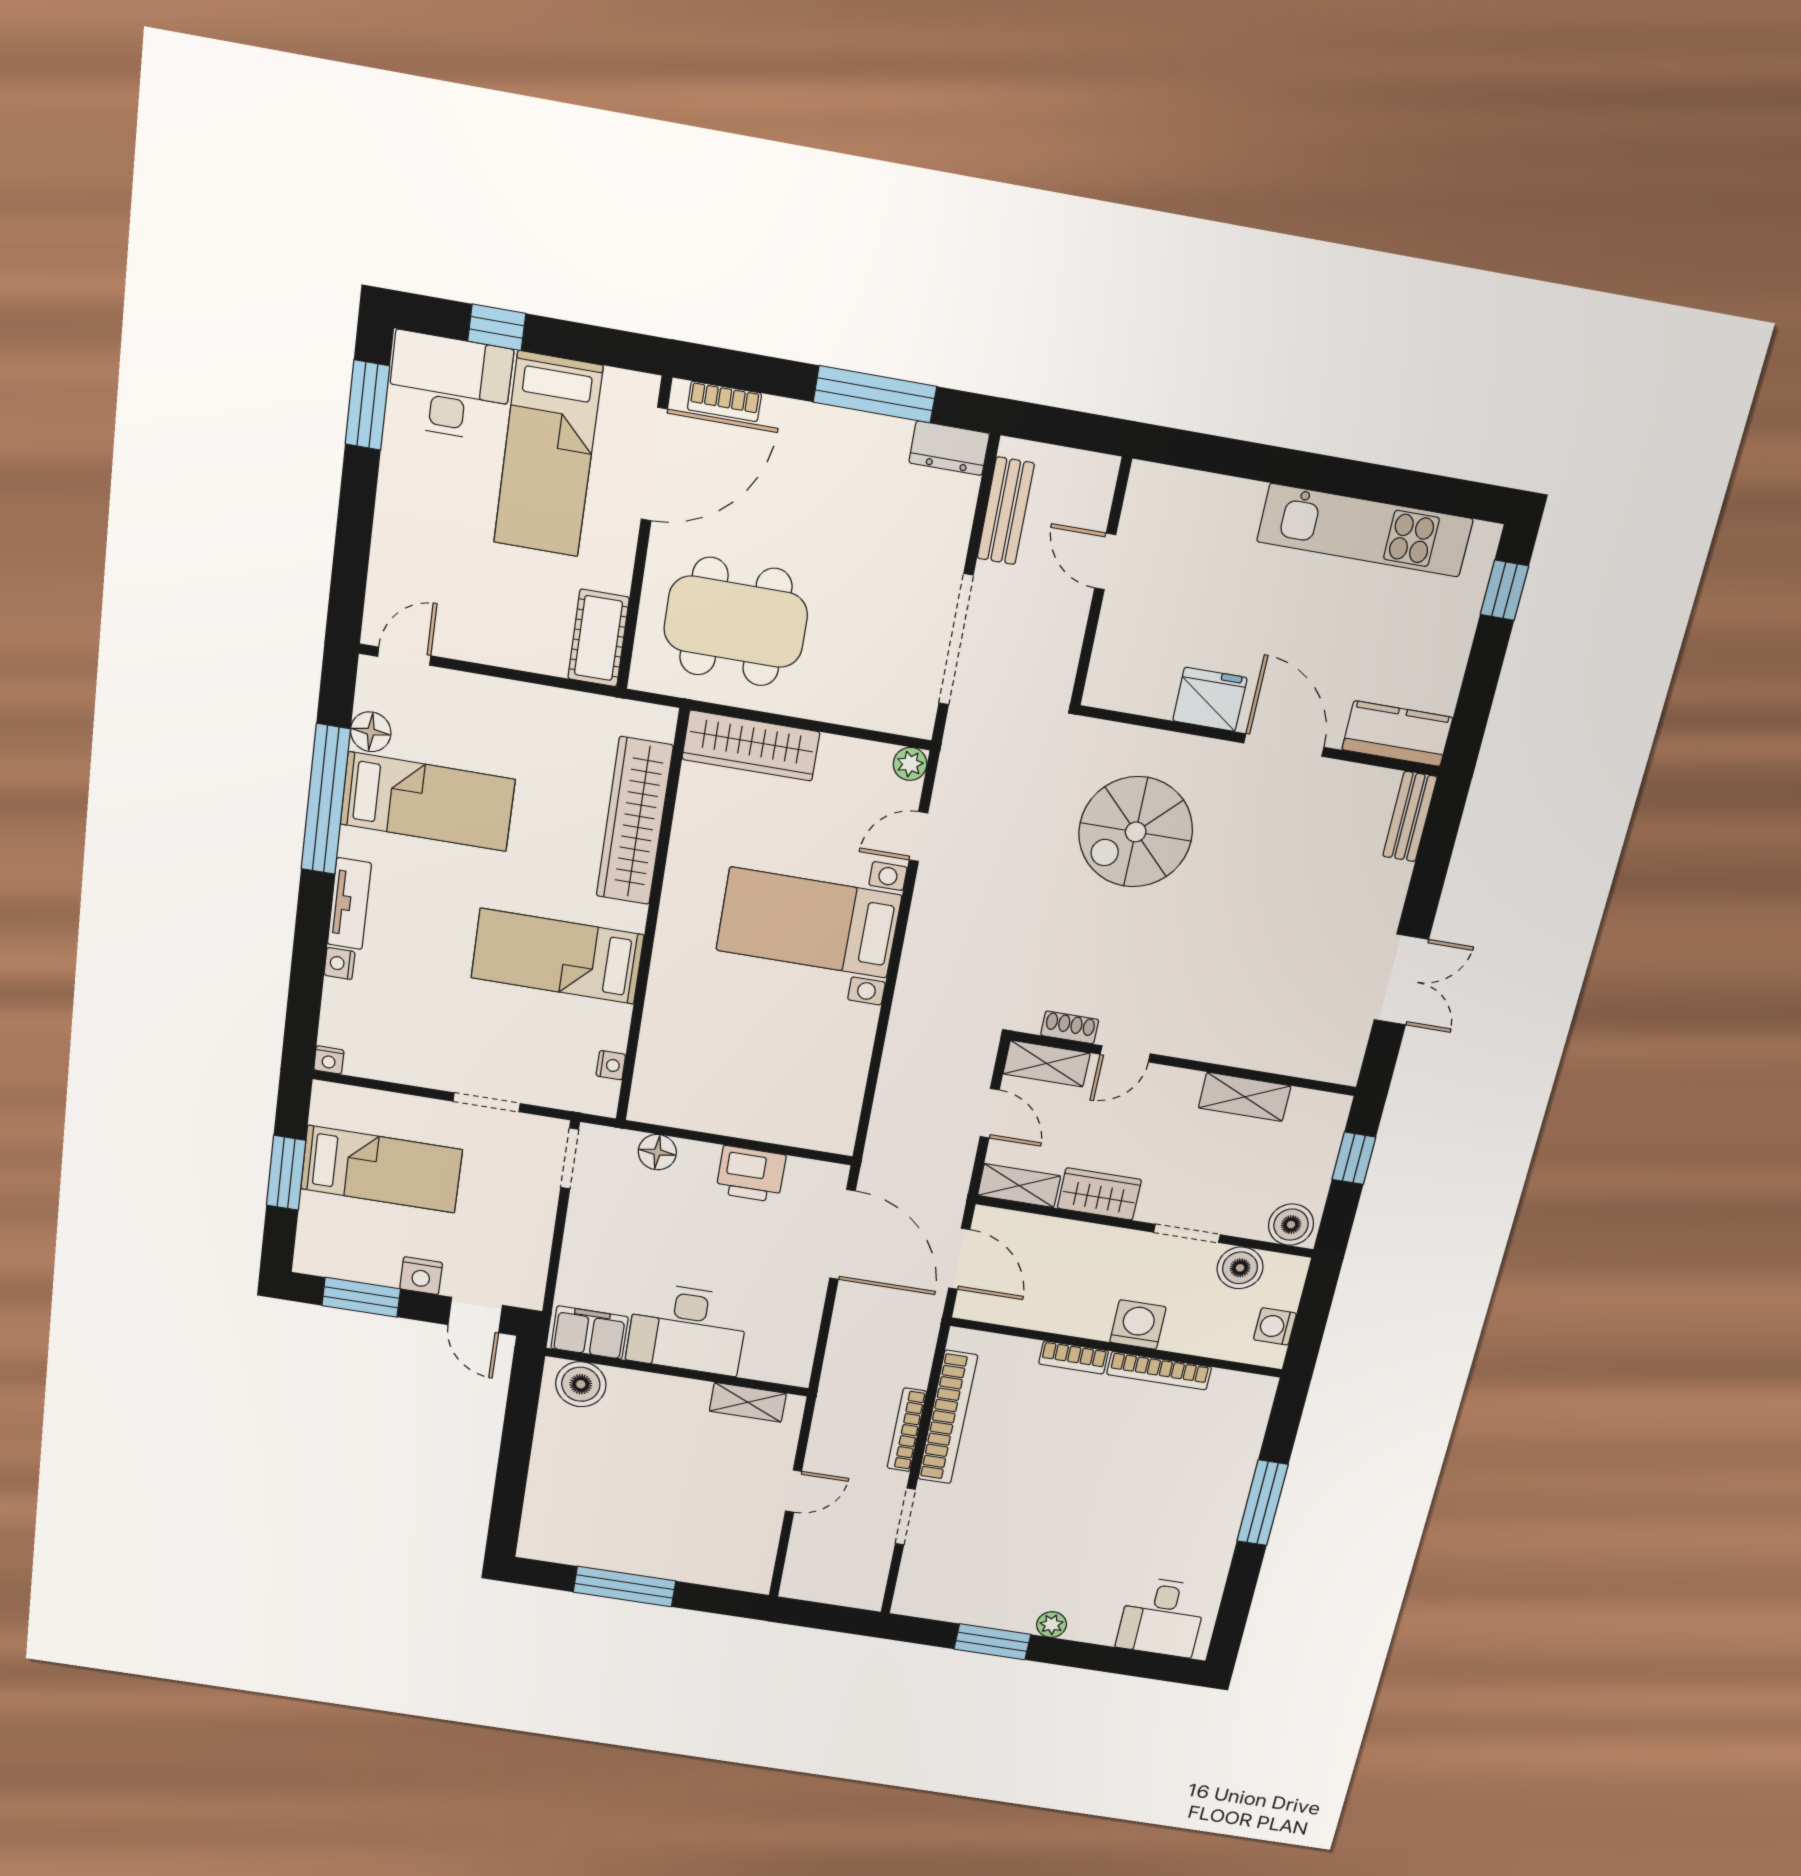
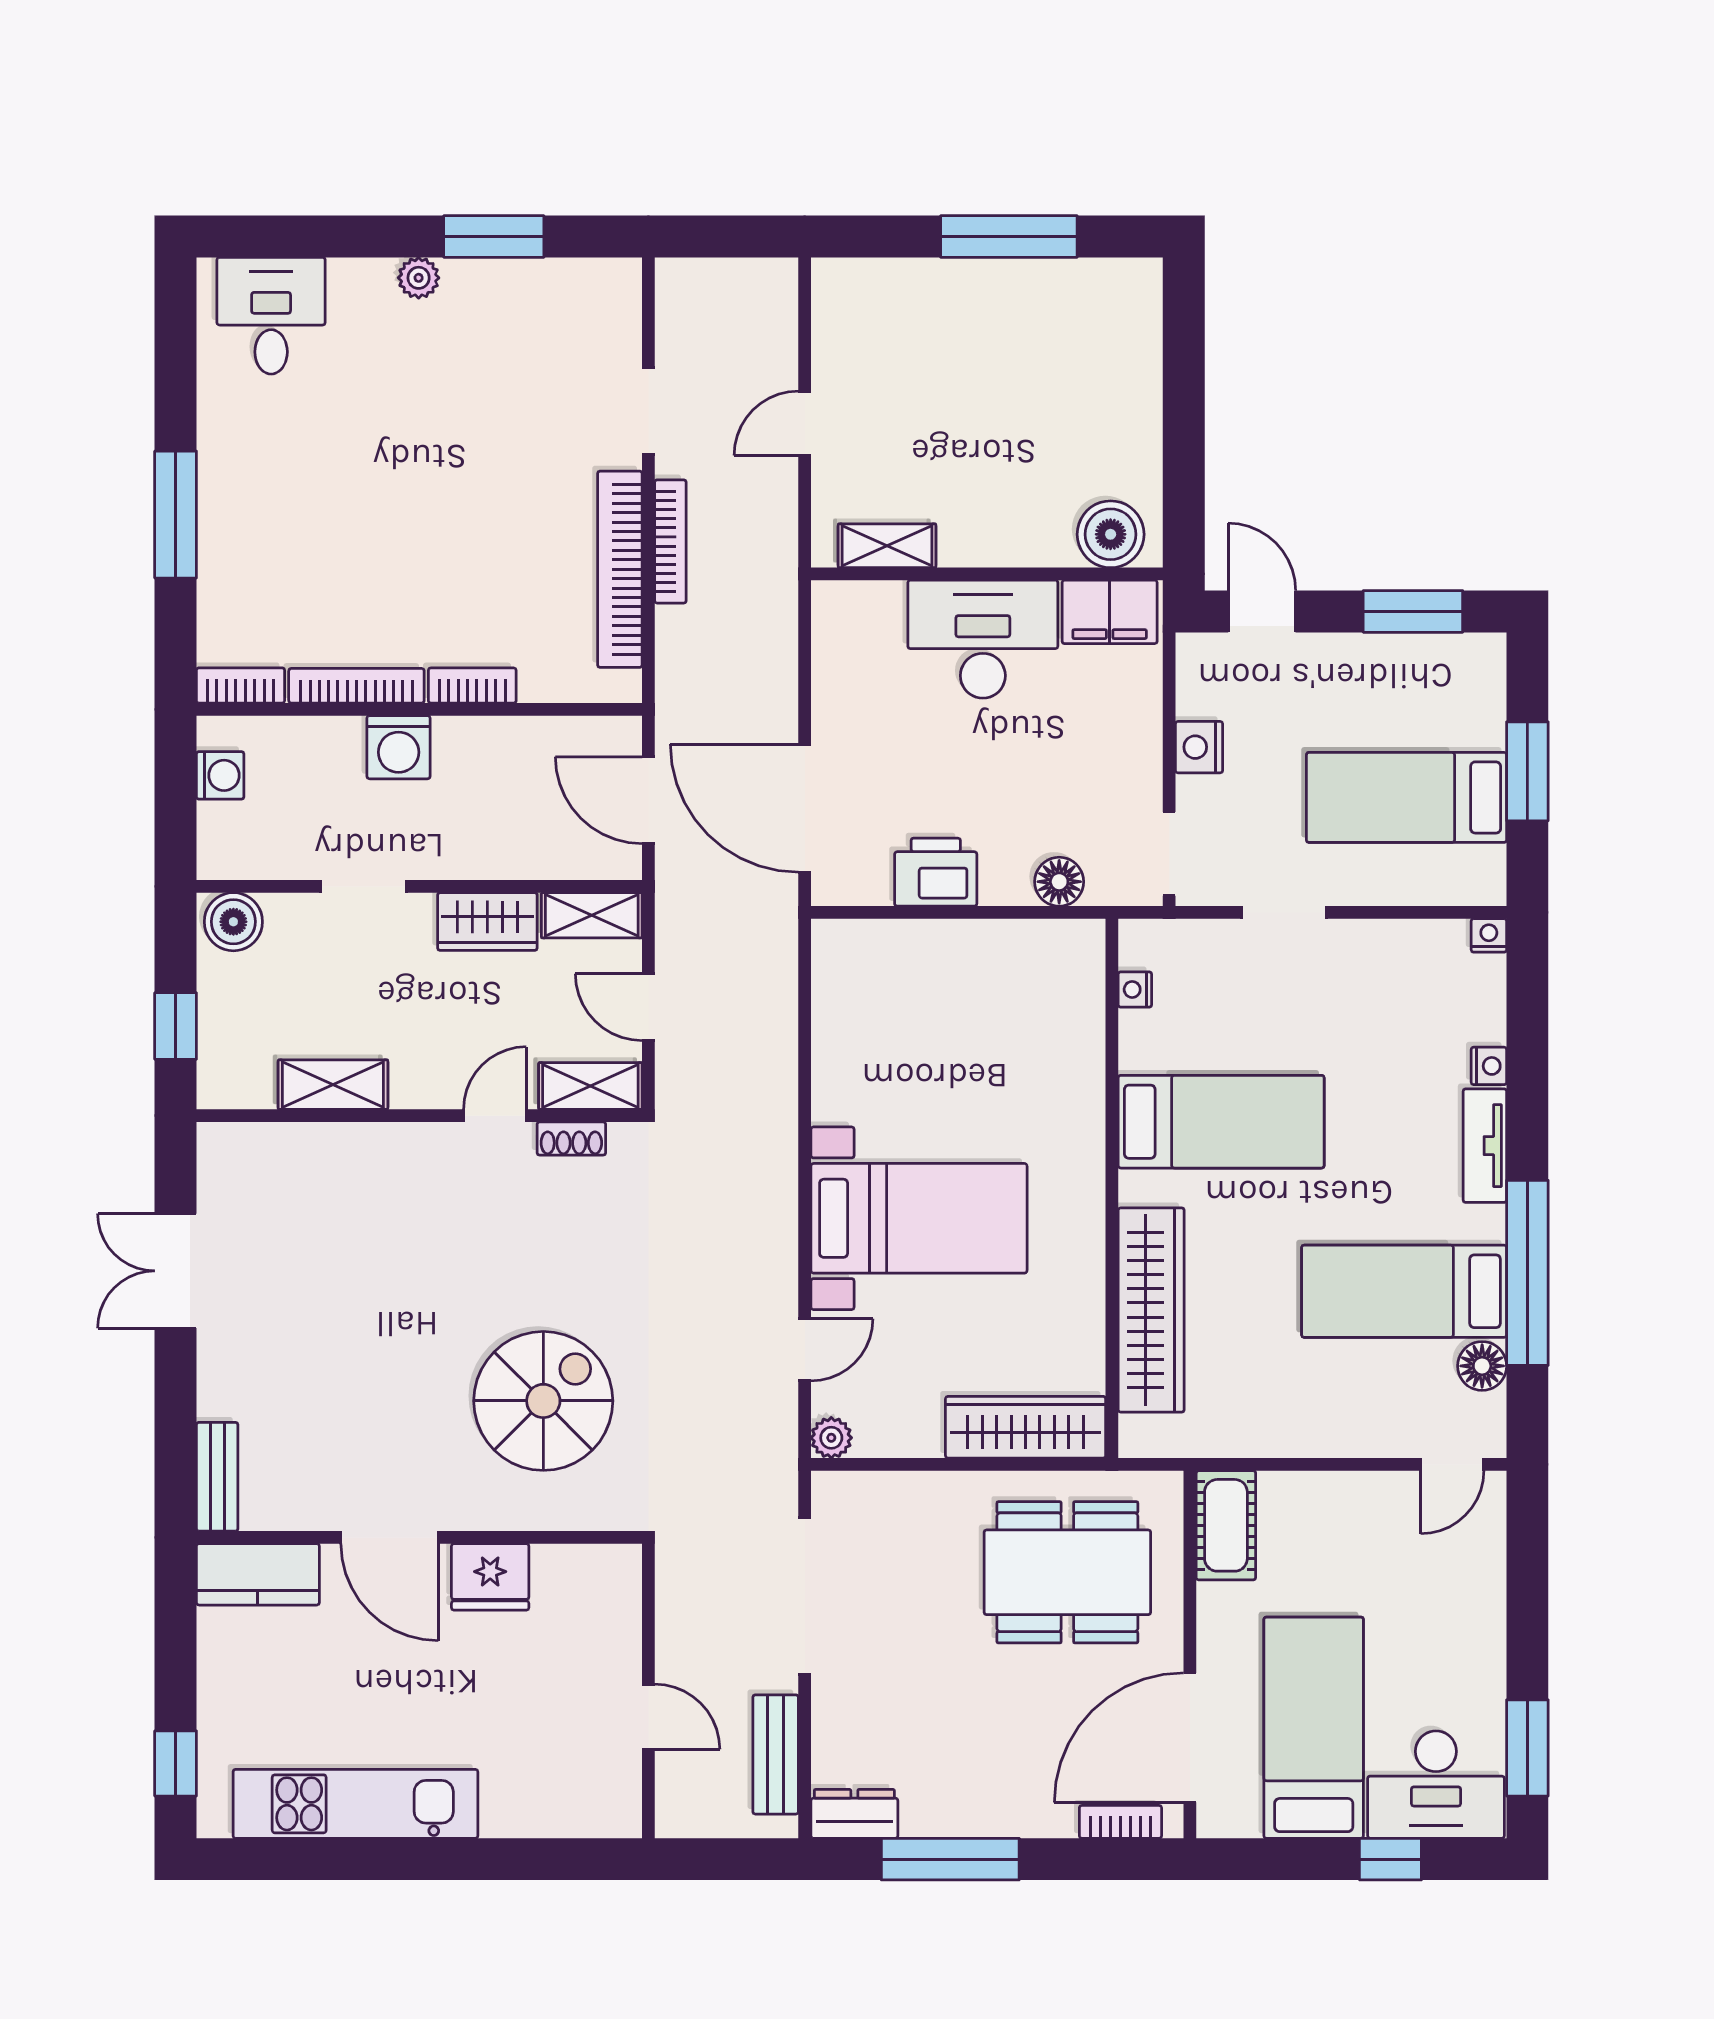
boiler: (1240, 1268) -> (285, 850), removed
nightstand: (421, 1276) -> (1199, 747), moved, turned -90
bookcase: (1244, 1384) -> (240, 685), added

